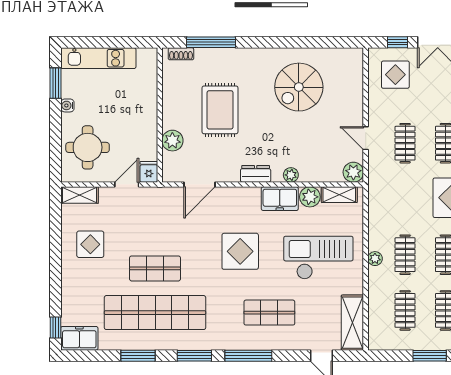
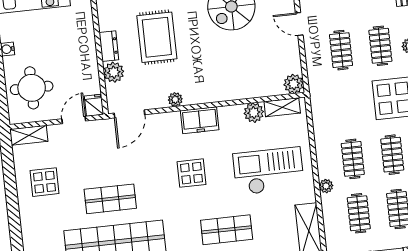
door: (366, 138) -> (299, 24), moved
dresser: (256, 174) -> (109, 46), moved, turned 90
plant: (291, 175) -> (175, 99), moved
door: (200, 184) -> (129, 114), moved
freezer: (280, 199) -> (200, 120), moved
display table: (240, 251) -> (192, 173), width x0.73, depth x0.73
plant: (375, 259) -> (326, 186), moved

